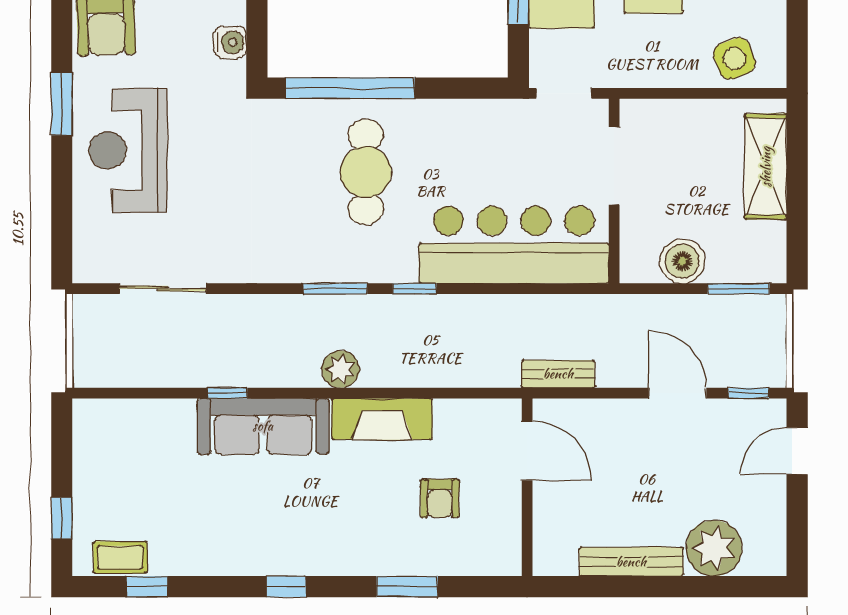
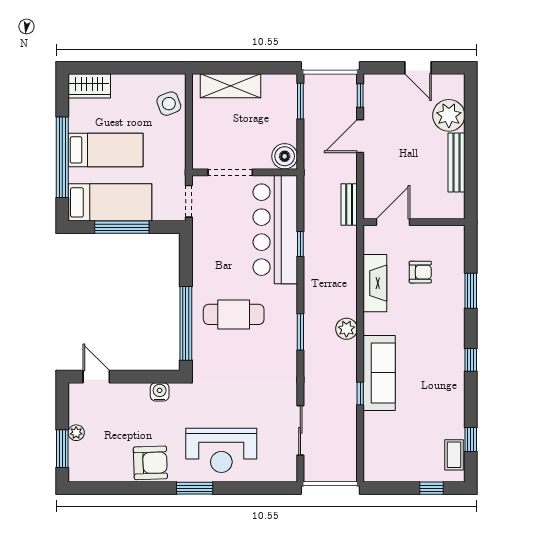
boiler: (682, 261) -> (285, 156), moved
window: (415, 289) -> (300, 244), moved
fireplace: (382, 419) -> (375, 283), moved
door: (797, 451) -> (418, 68), moved

